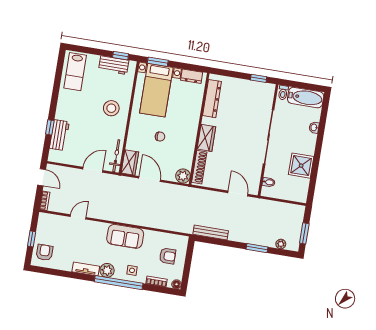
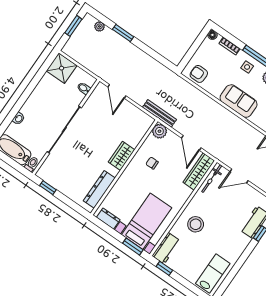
workbench: (114, 65) -> (166, 248), moved, turned 90
chair: (160, 137) -> (152, 163), moved
wardrobe: (130, 163) -> (199, 171), width x1.50
shower: (301, 166) -> (62, 68), moved
shoe rack: (199, 167) -> (141, 132), removed
bench: (211, 232) -> (159, 113), moved
armchair: (167, 256) -> (199, 74), moved

